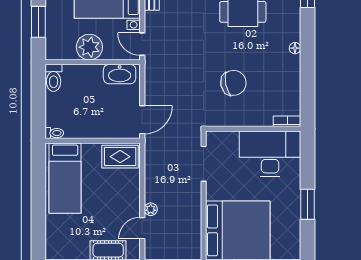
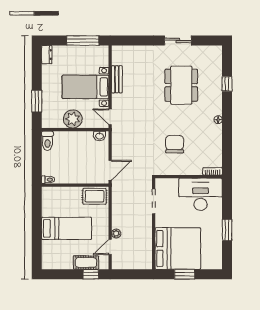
washbasin: (120, 74) -> (100, 136), width x0.52, depth x0.69
chair: (233, 83) -> (175, 144), turned -78
bed: (65, 178) -> (67, 228), moved, turned -90

